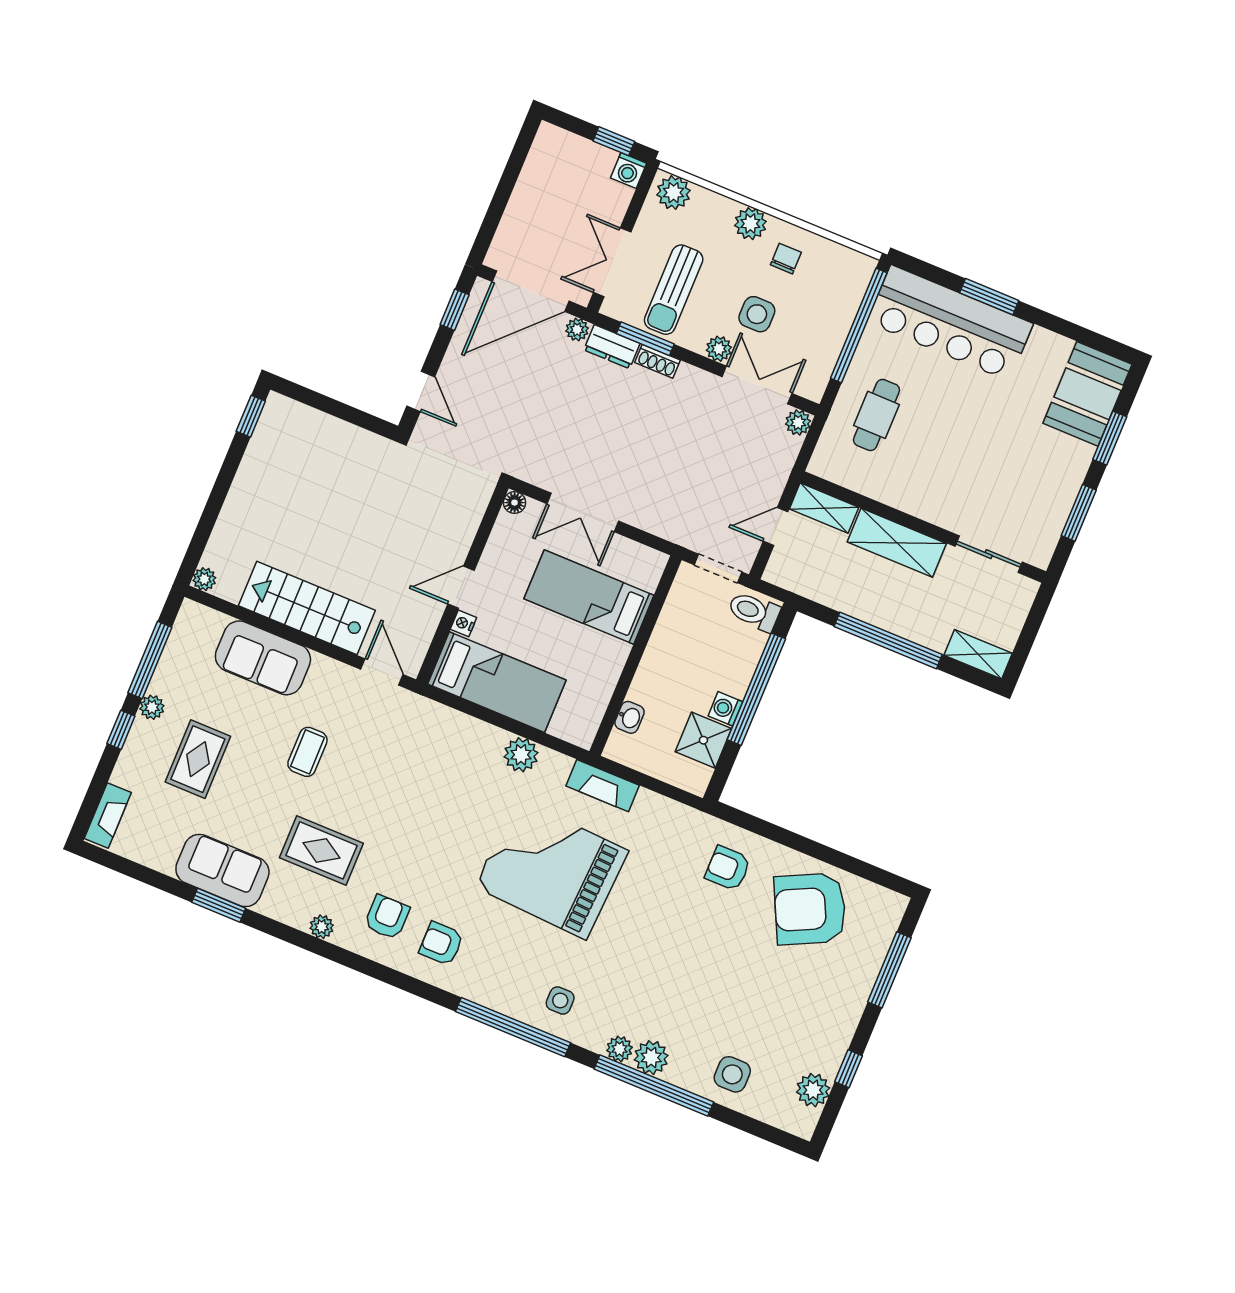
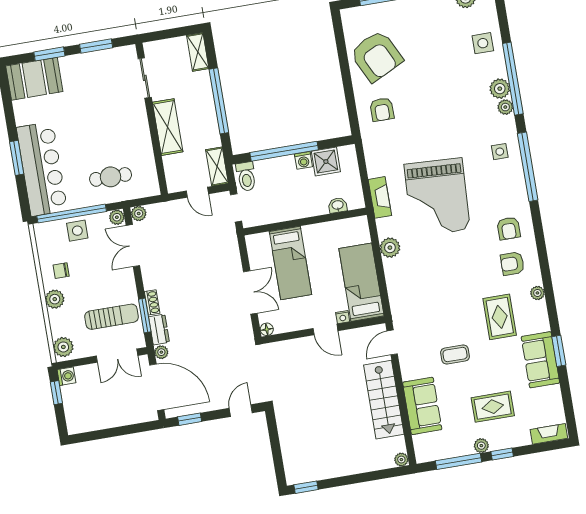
side table: (757, 314) -> (77, 231), moved
plant: (719, 349) -> (117, 217), moved
shelving: (824, 508) -> (217, 167), moved

